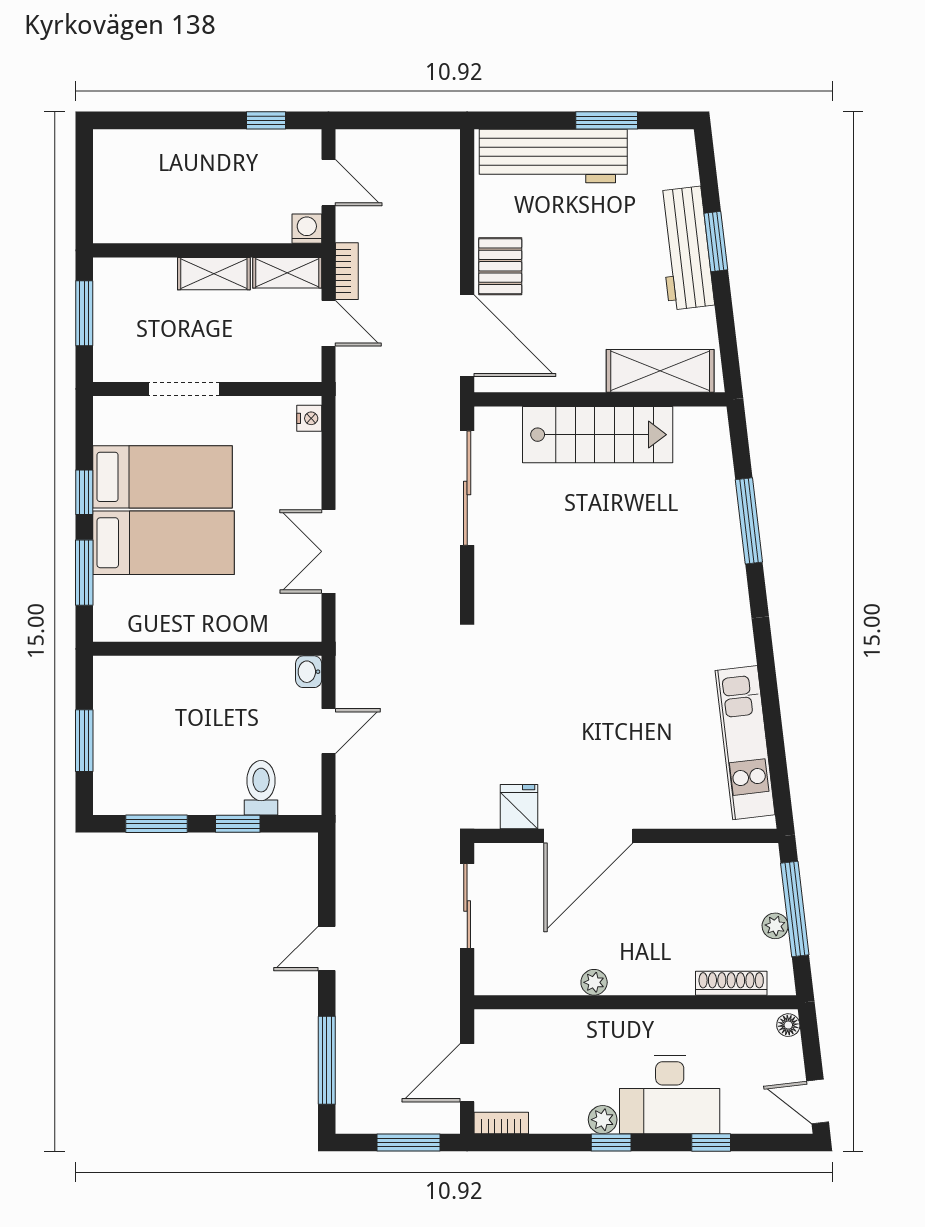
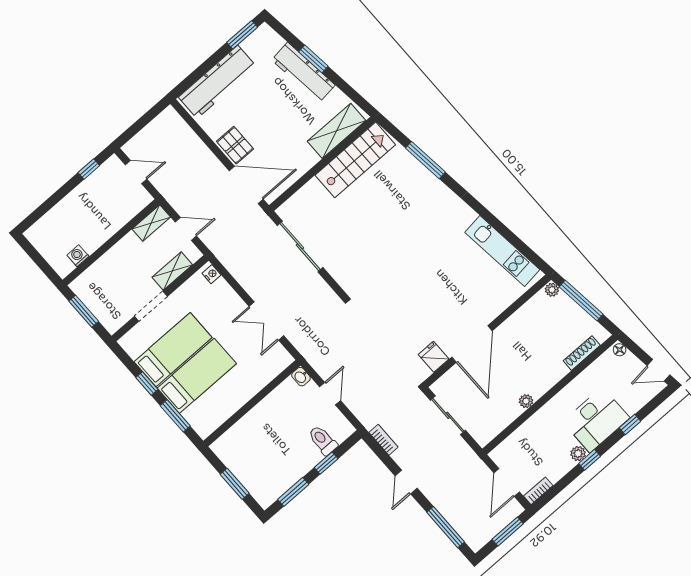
window: (607, 120) -> (242, 35), moved
washing machine: (307, 229) -> (78, 256), moved
bookcase: (347, 271) -> (383, 440), moved
shelving: (214, 274) -> (172, 271), moved
stairs: (598, 435) -> (355, 160), moved
plant: (775, 926) -> (552, 290), moved

